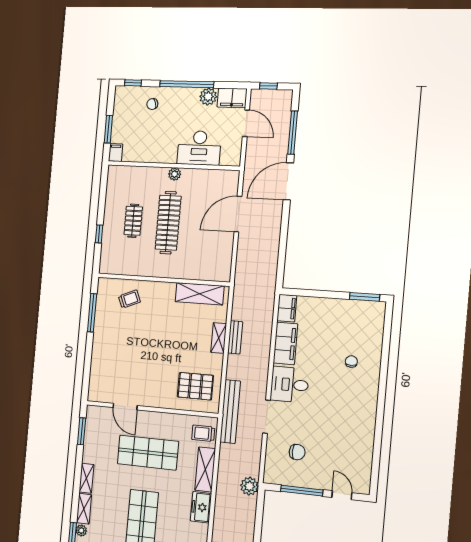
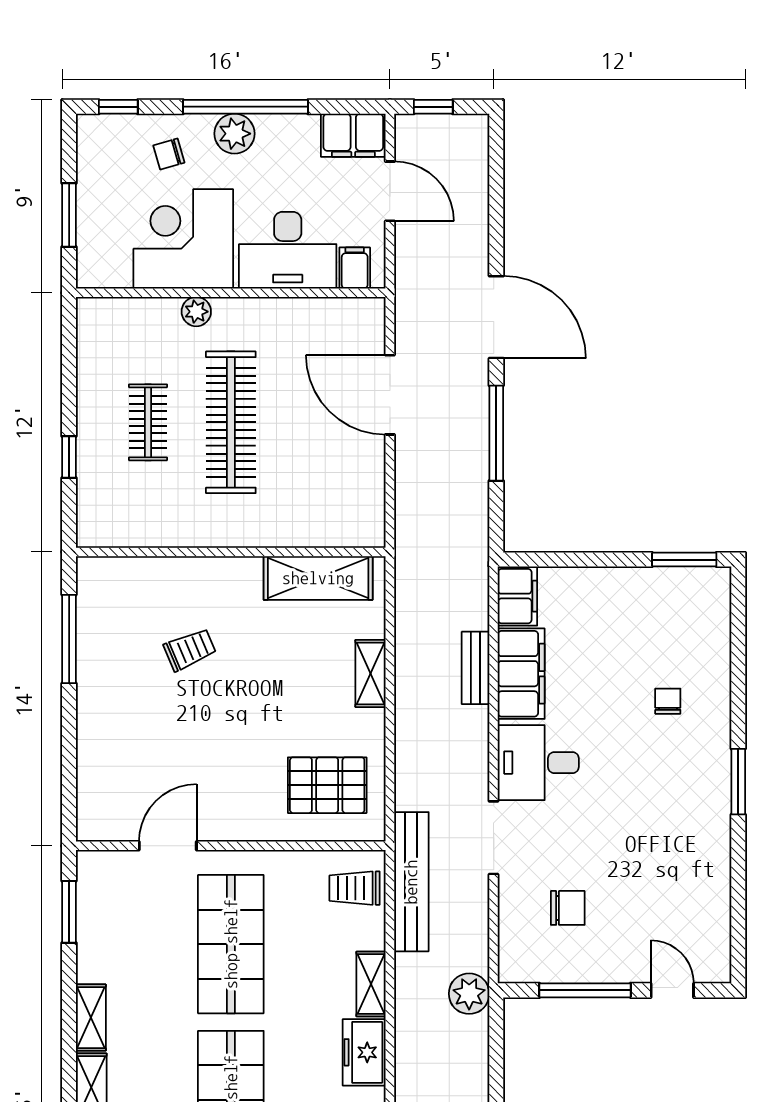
plant: (208, 97) -> (235, 134), moved
window: (293, 133) -> (496, 433), moved
corner desk: (155, 141) -> (183, 239), added
filing cabinet: (116, 153) -> (355, 268), moved
plant: (175, 174) -> (196, 312), moved
door: (288, 181) -> (496, 317), swing flipped
door: (238, 214) -> (390, 395), hinge flipped
trolley: (129, 299) -> (190, 650), moved
bench: (235, 337) -> (476, 668), moved
window: (381, 402) -> (738, 782), added
door: (125, 407) -> (168, 846), swing flipped
bench: (230, 412) -> (411, 882), moved
shop shelf: (148, 453) -> (231, 944), turned 90
shelving: (205, 469) -> (371, 984), width x0.67, depth x0.75

